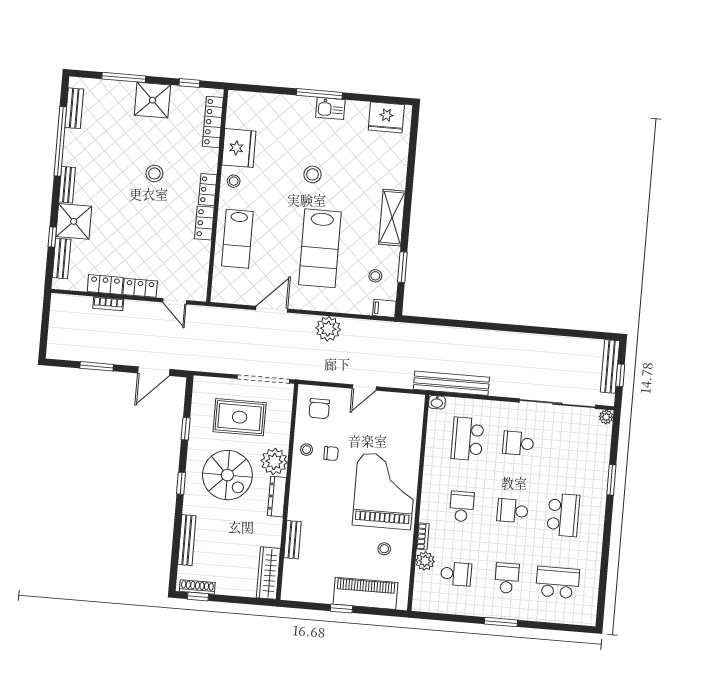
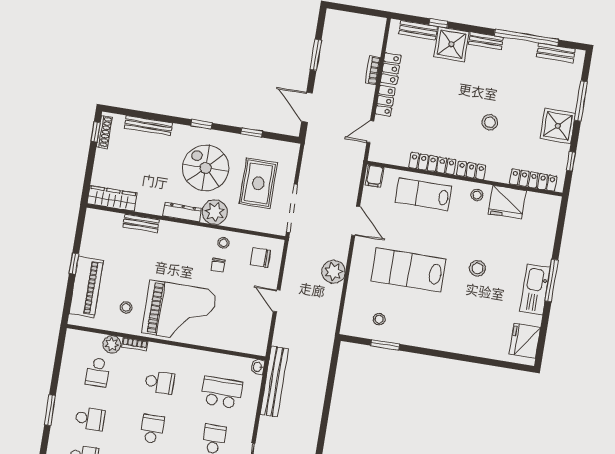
kitchen sink: (330, 108) -> (535, 289), width x1.88, depth x1.24
shelving: (392, 218) -> (432, 339), removed
locker: (204, 223) -> (432, 164), width x1.53
filing cabinet: (384, 308) -> (375, 176), moved, turned 180
spiral stairs: (227, 475) -> (206, 168), turned 90

